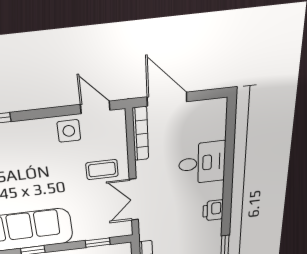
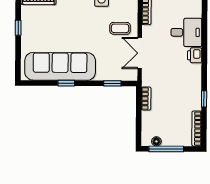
printer: (213, 210) -> (195, 55), moved

